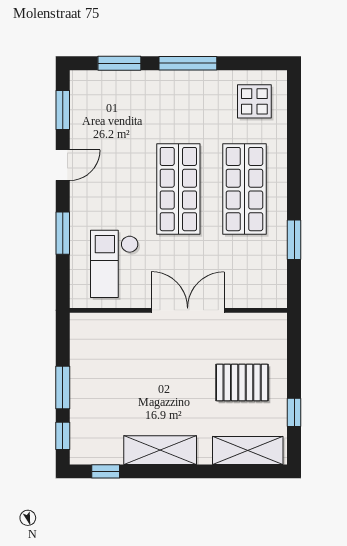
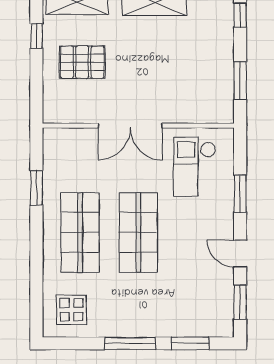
door: (63, 165) -> (240, 254), hinge flipped
checkout: (114, 264) -> (195, 167), turned 180
window: (63, 387) -> (240, 80), moved

